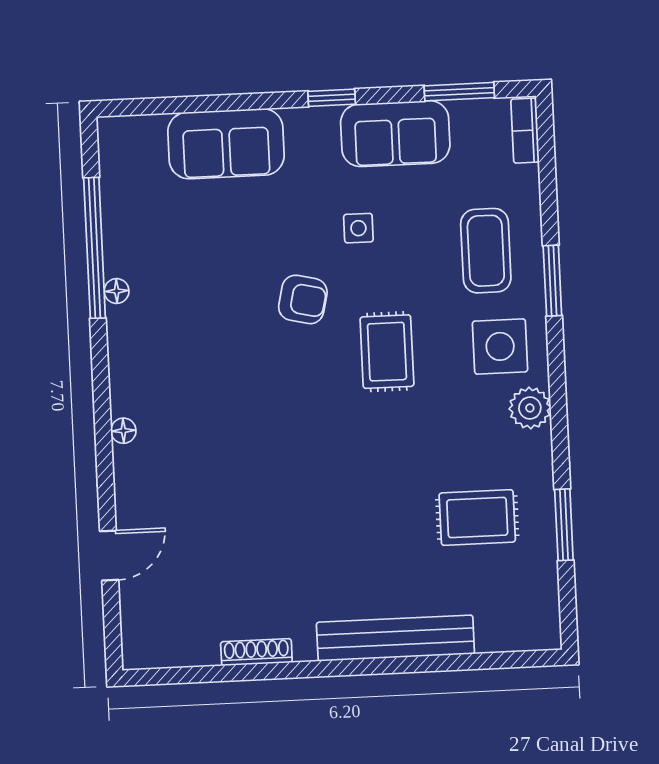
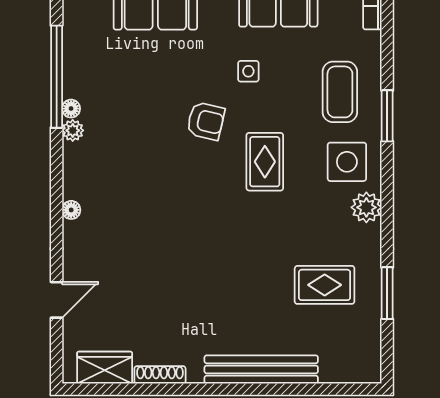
plant: (120, 321) -> (73, 130), added
wardrobe: (180, 646) -> (105, 368), added

